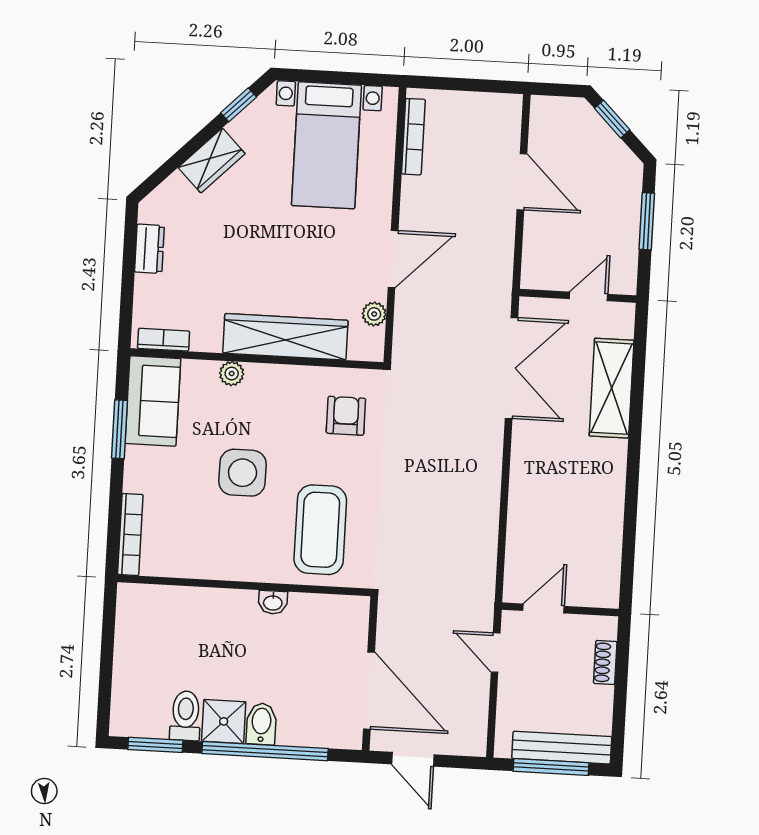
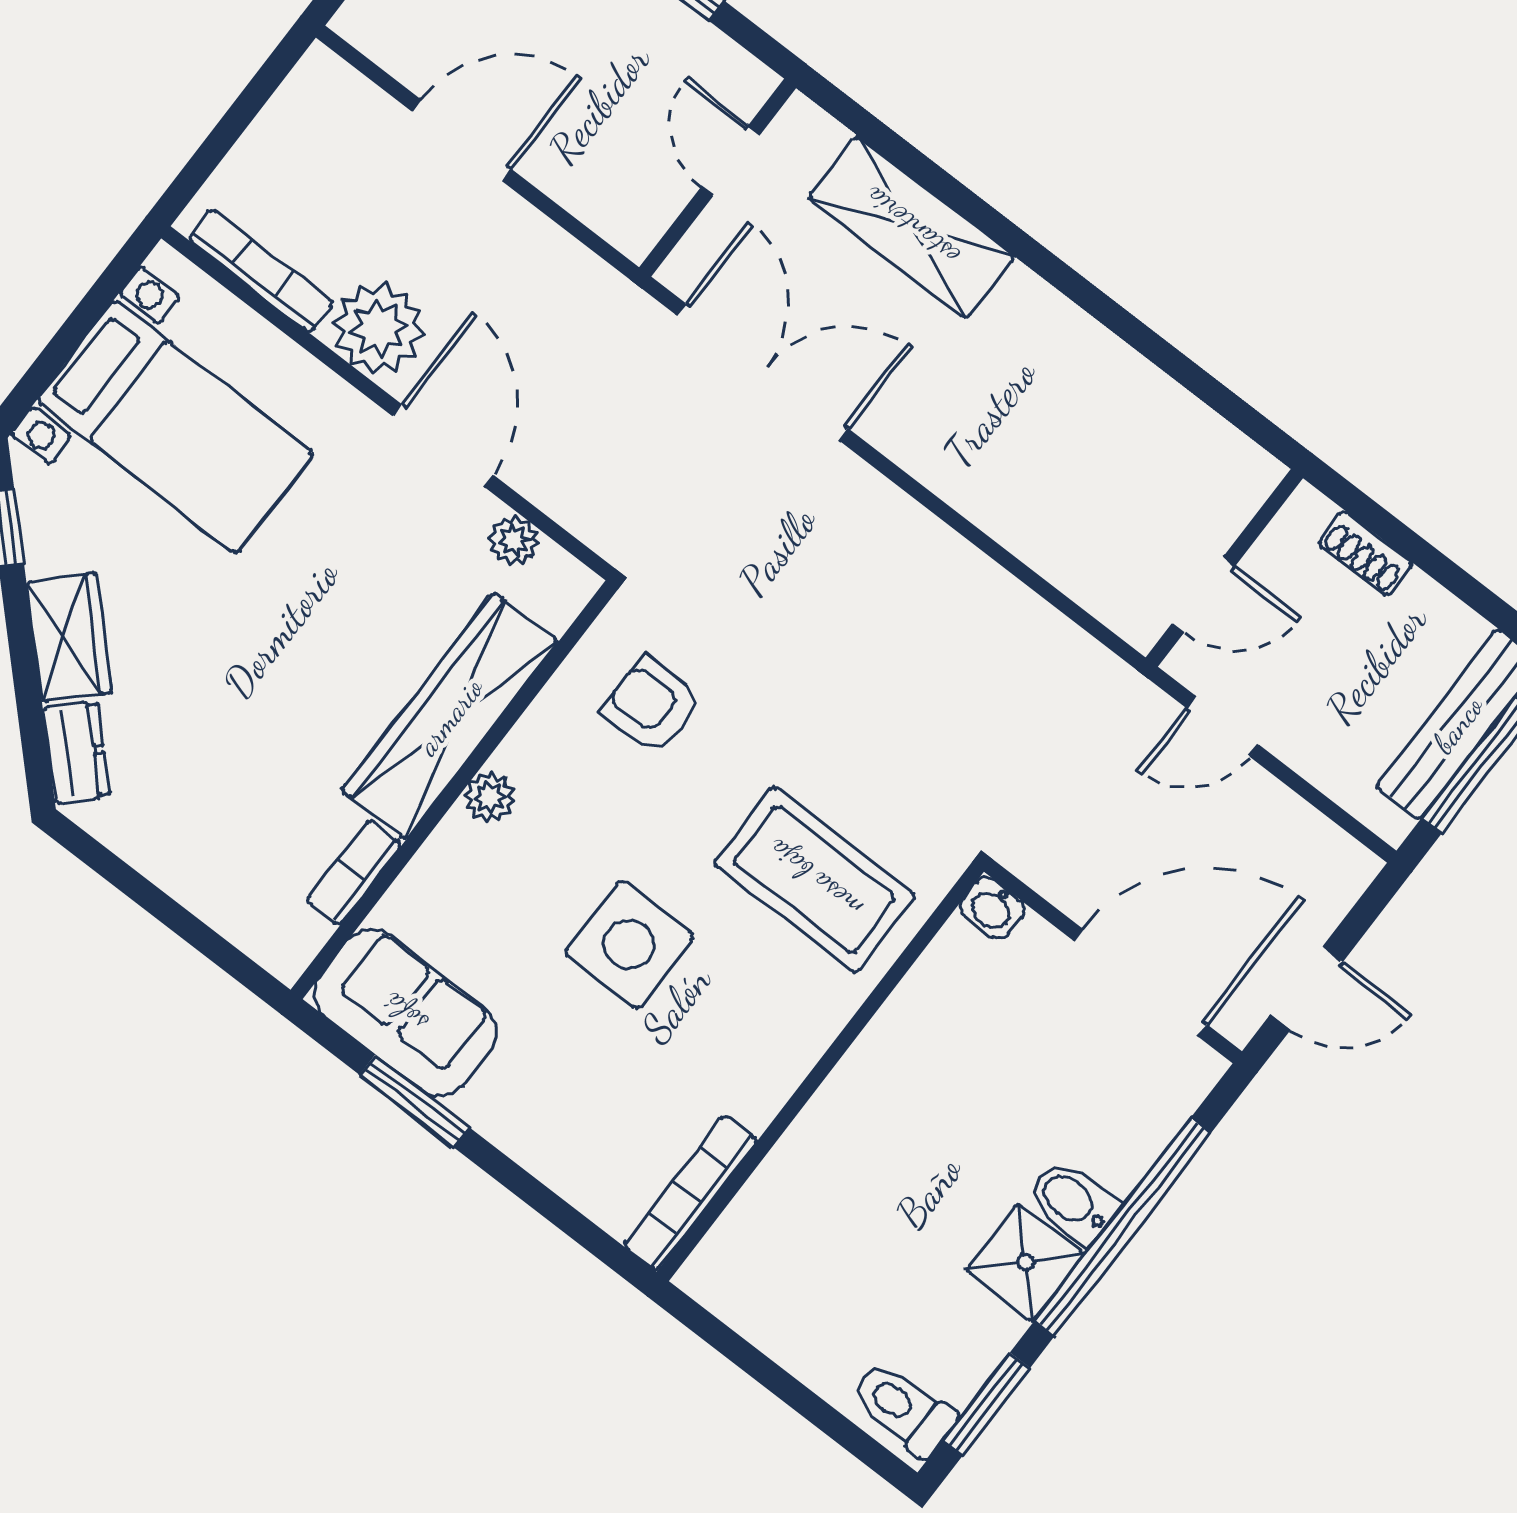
plant: (423, 200) -> (379, 328), added
dresser: (149, 249) -> (76, 752), moved, turned 45
bookcase: (164, 340) -> (354, 873), moved
plant: (232, 374) -> (489, 797), moved
bookcase: (130, 535) -> (690, 1193), moved, turned -90
washbasin: (273, 602) -> (993, 908), moved, turned 90
door: (544, 608) -> (1203, 595), swing flipped
toilet: (185, 716) -> (904, 1409), moved

